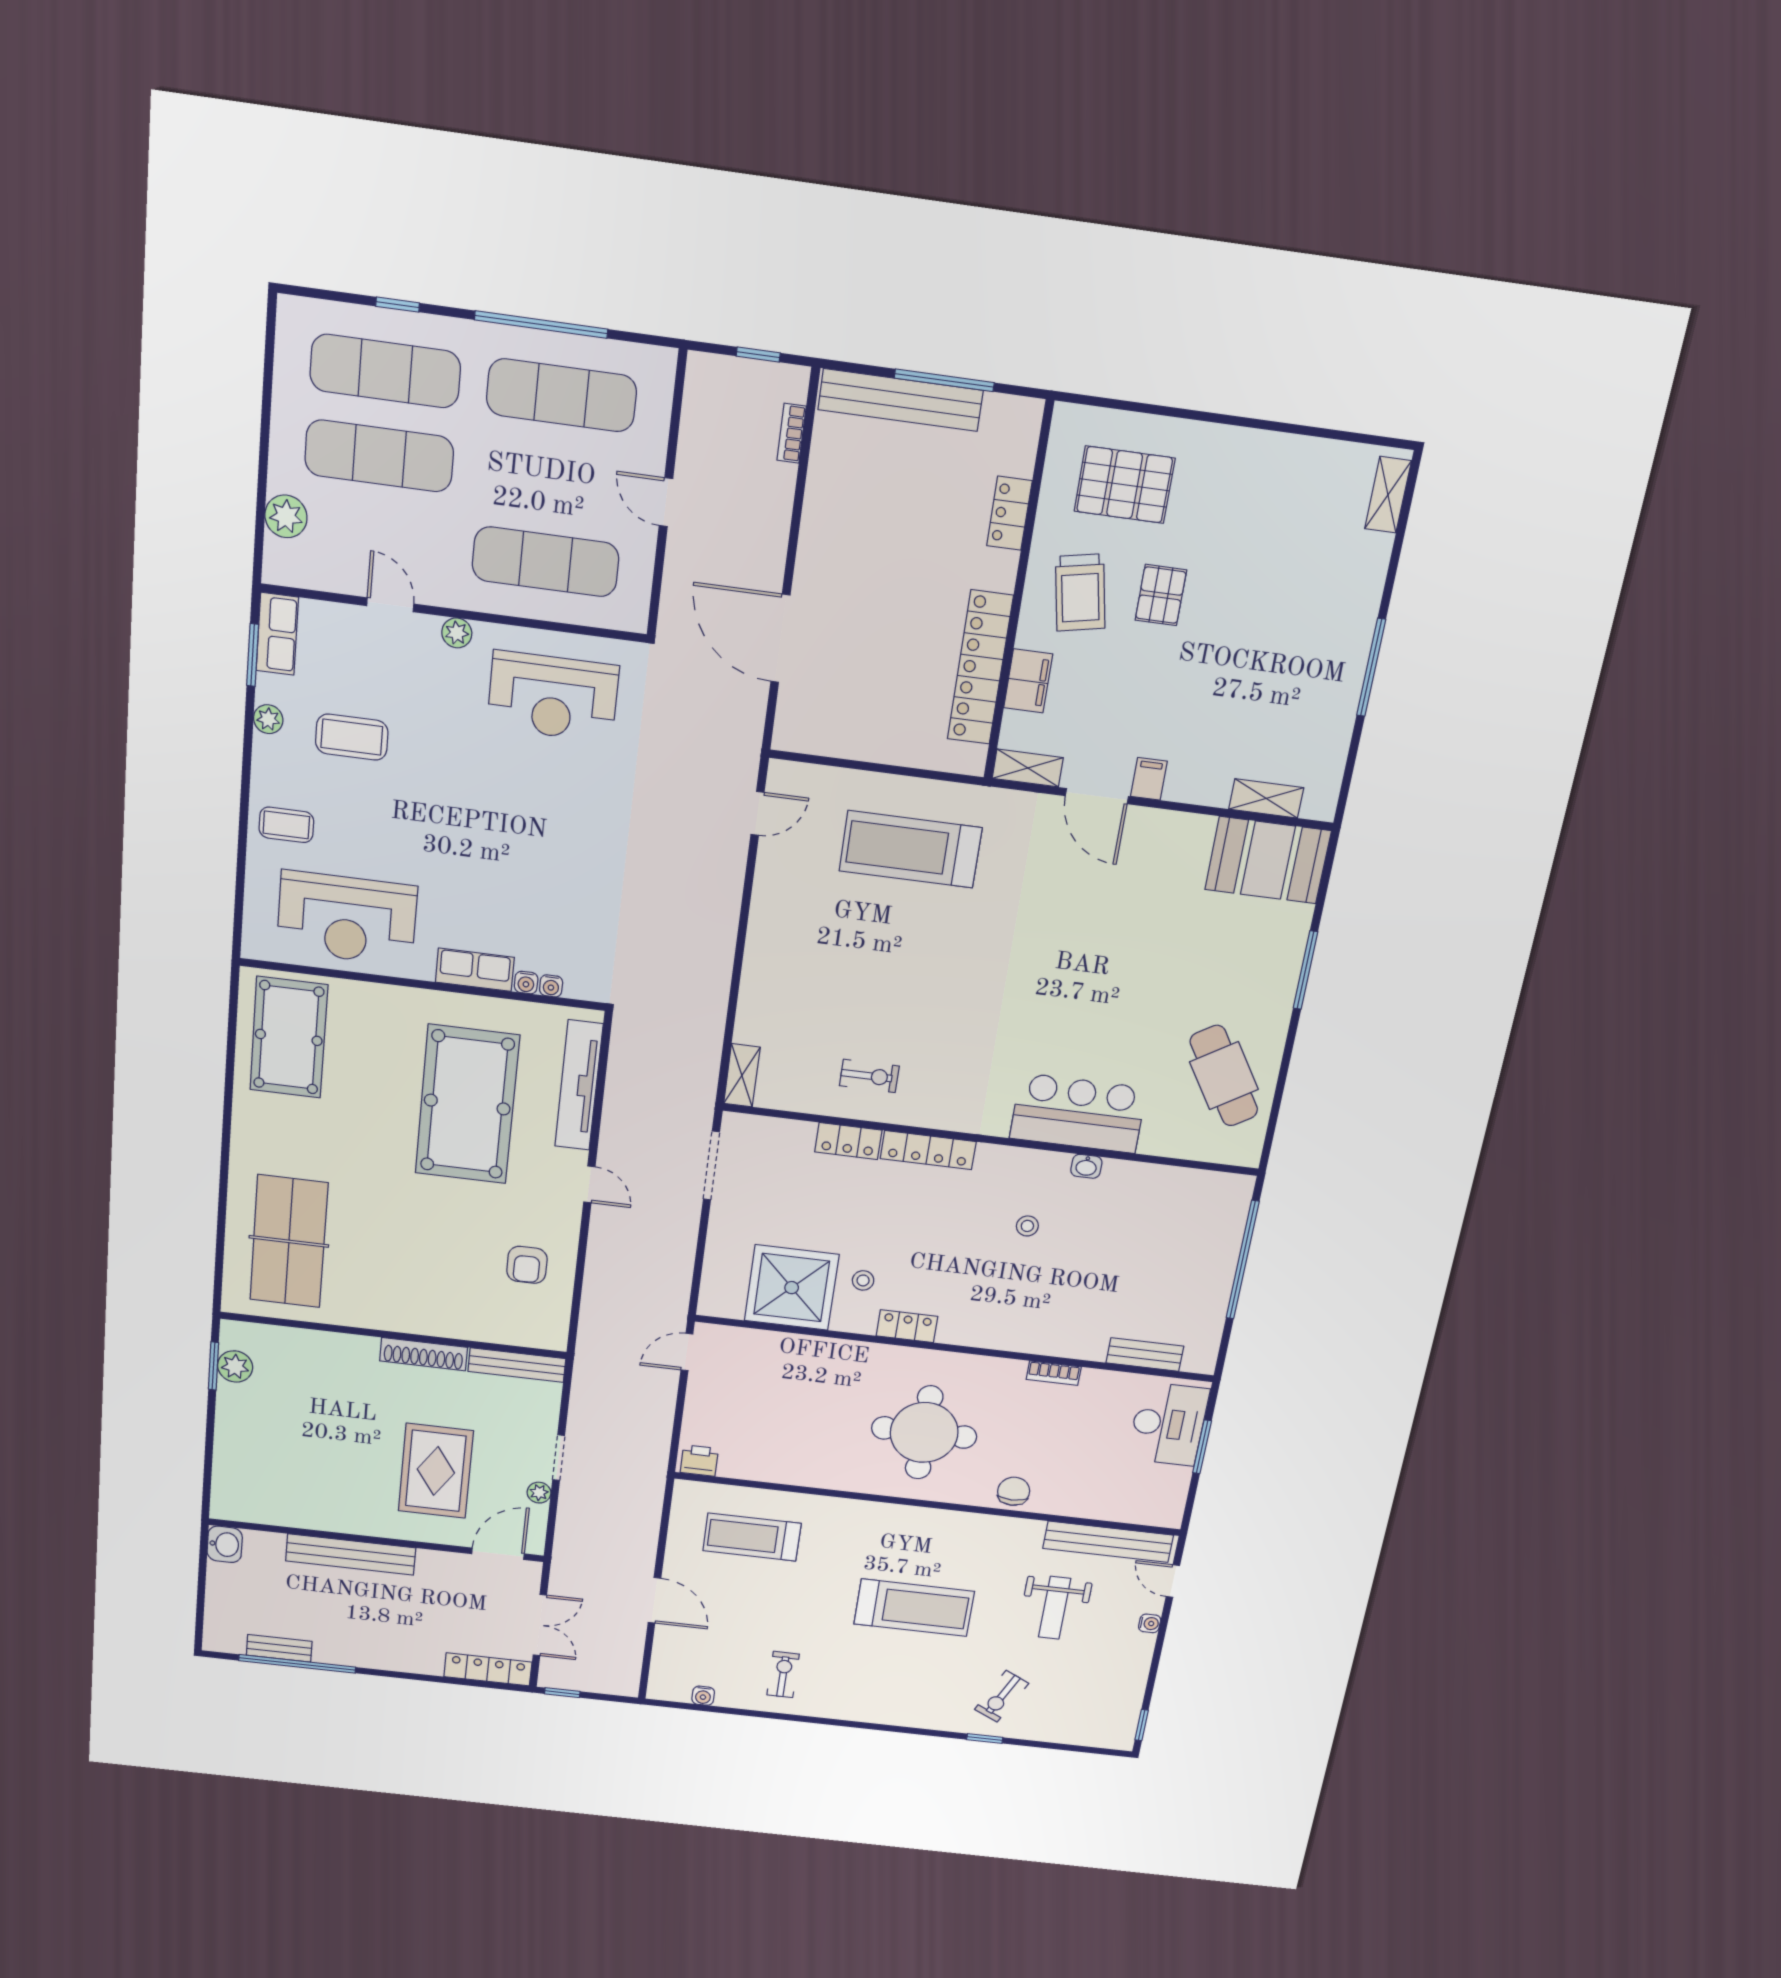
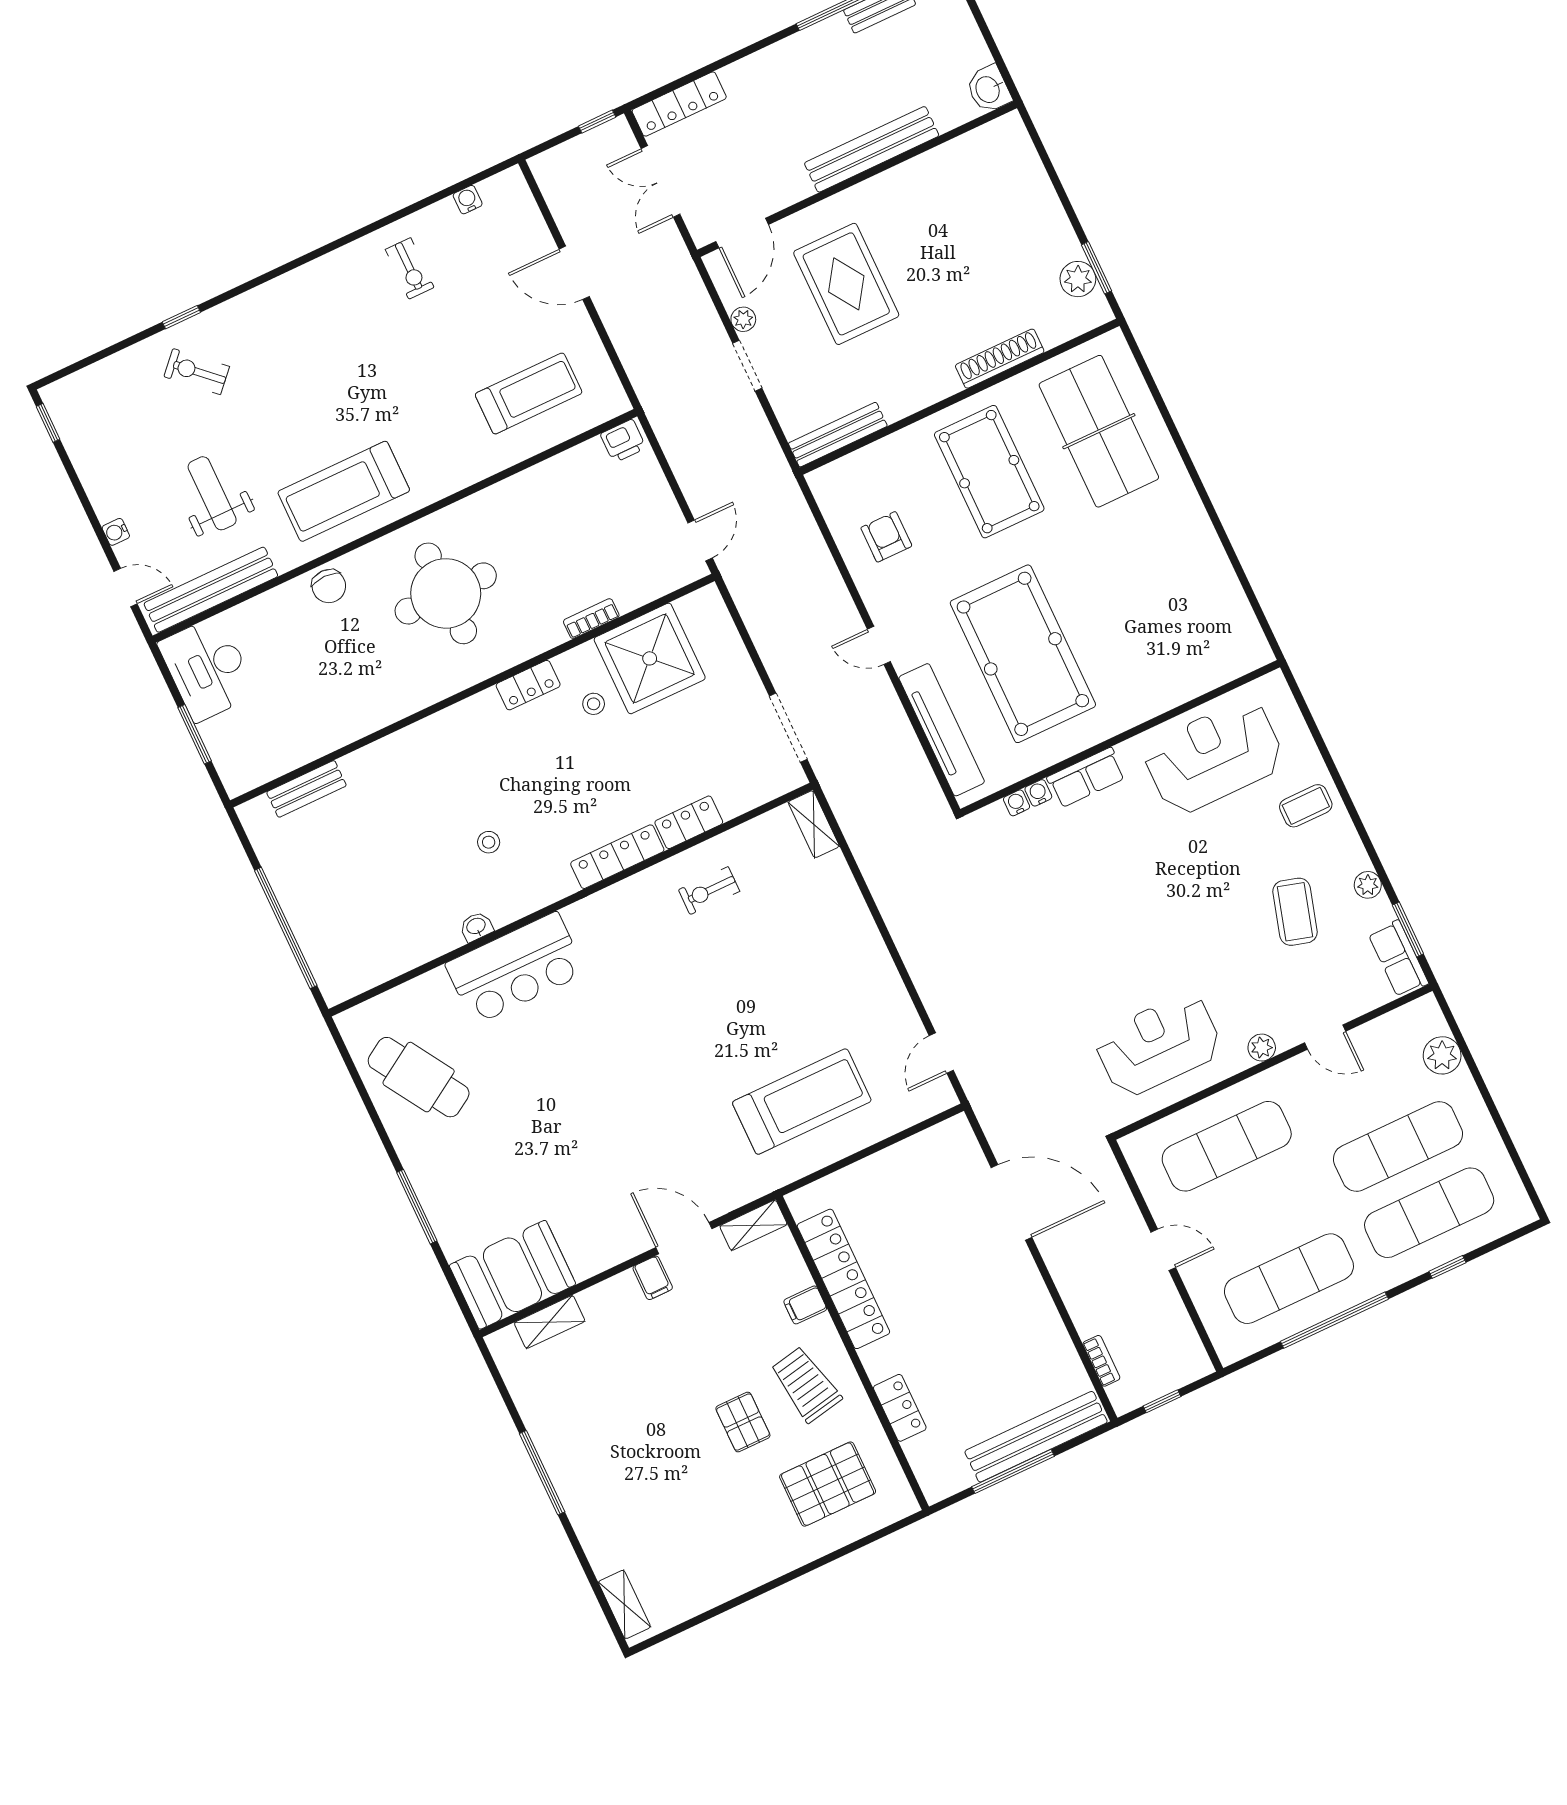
filing cabinet: (1028, 681) -> (805, 1305), width x0.50
coffee table: (352, 737) -> (1295, 912), turned -74
pool table: (289, 1037) -> (989, 472), moved
shoe rack: (424, 1354) -> (1000, 359), moved
bookcase: (1054, 1373) -> (591, 619), moved
desk: (1168, 1424) -> (207, 669), moved
treadmill: (914, 1608) -> (344, 491), moved
exercise bike: (1002, 1696) -> (197, 372), turned -73

